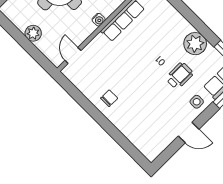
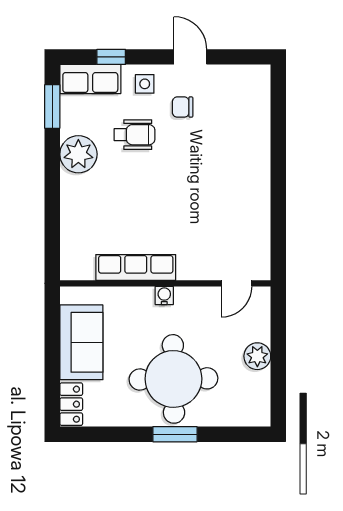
wheelchair: (179, 76) -> (134, 135), turned 180
chair: (109, 98) -> (183, 107), moved

